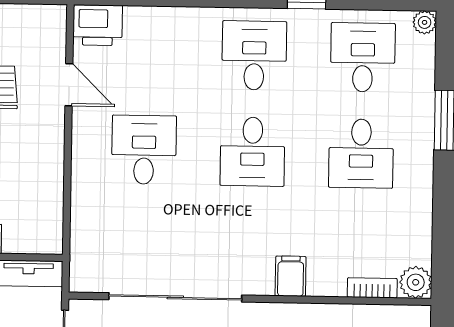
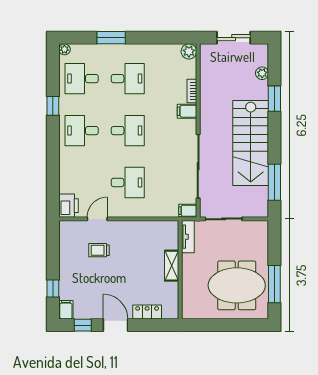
desk: (144, 150) -> (128, 182), turned 180
filing cabinet: (83, 274) -> (188, 211), added
bookcase: (372, 288) -> (192, 91), moved

